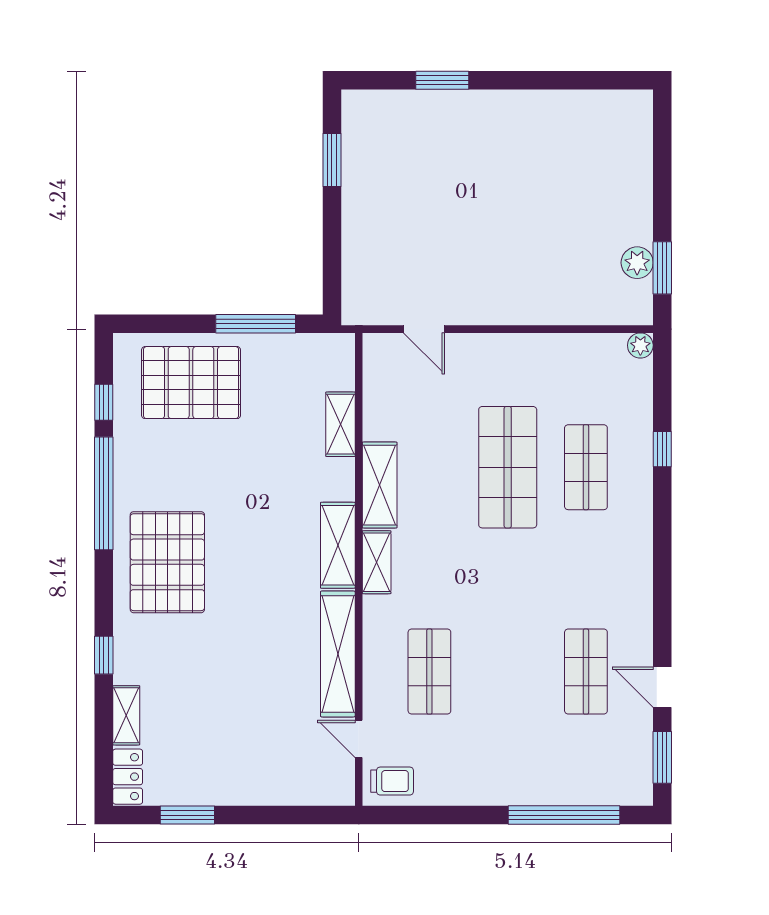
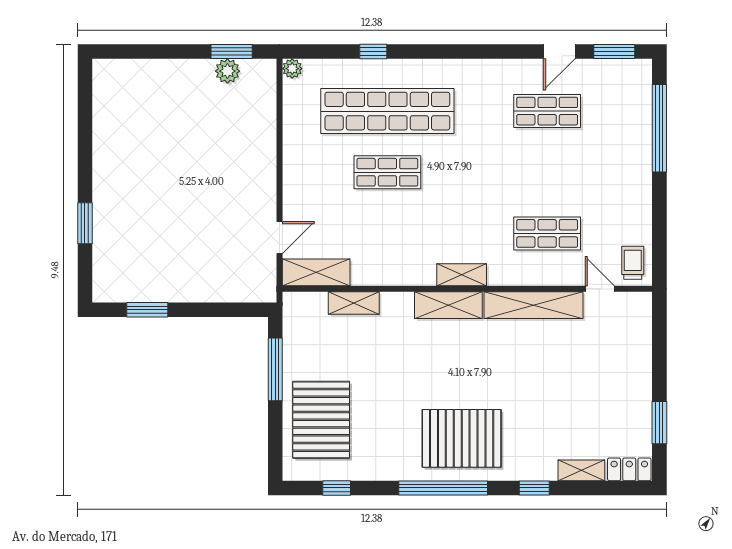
shop shelf: (508, 467) -> (387, 172), width x0.70, depth x0.74
shop shelf: (586, 467) -> (387, 111), width x2.00, depth x1.36
shelving: (380, 485) -> (316, 272), moved
window: (104, 493) -> (443, 488), moved
door: (359, 739) -> (600, 289), swing flipped

